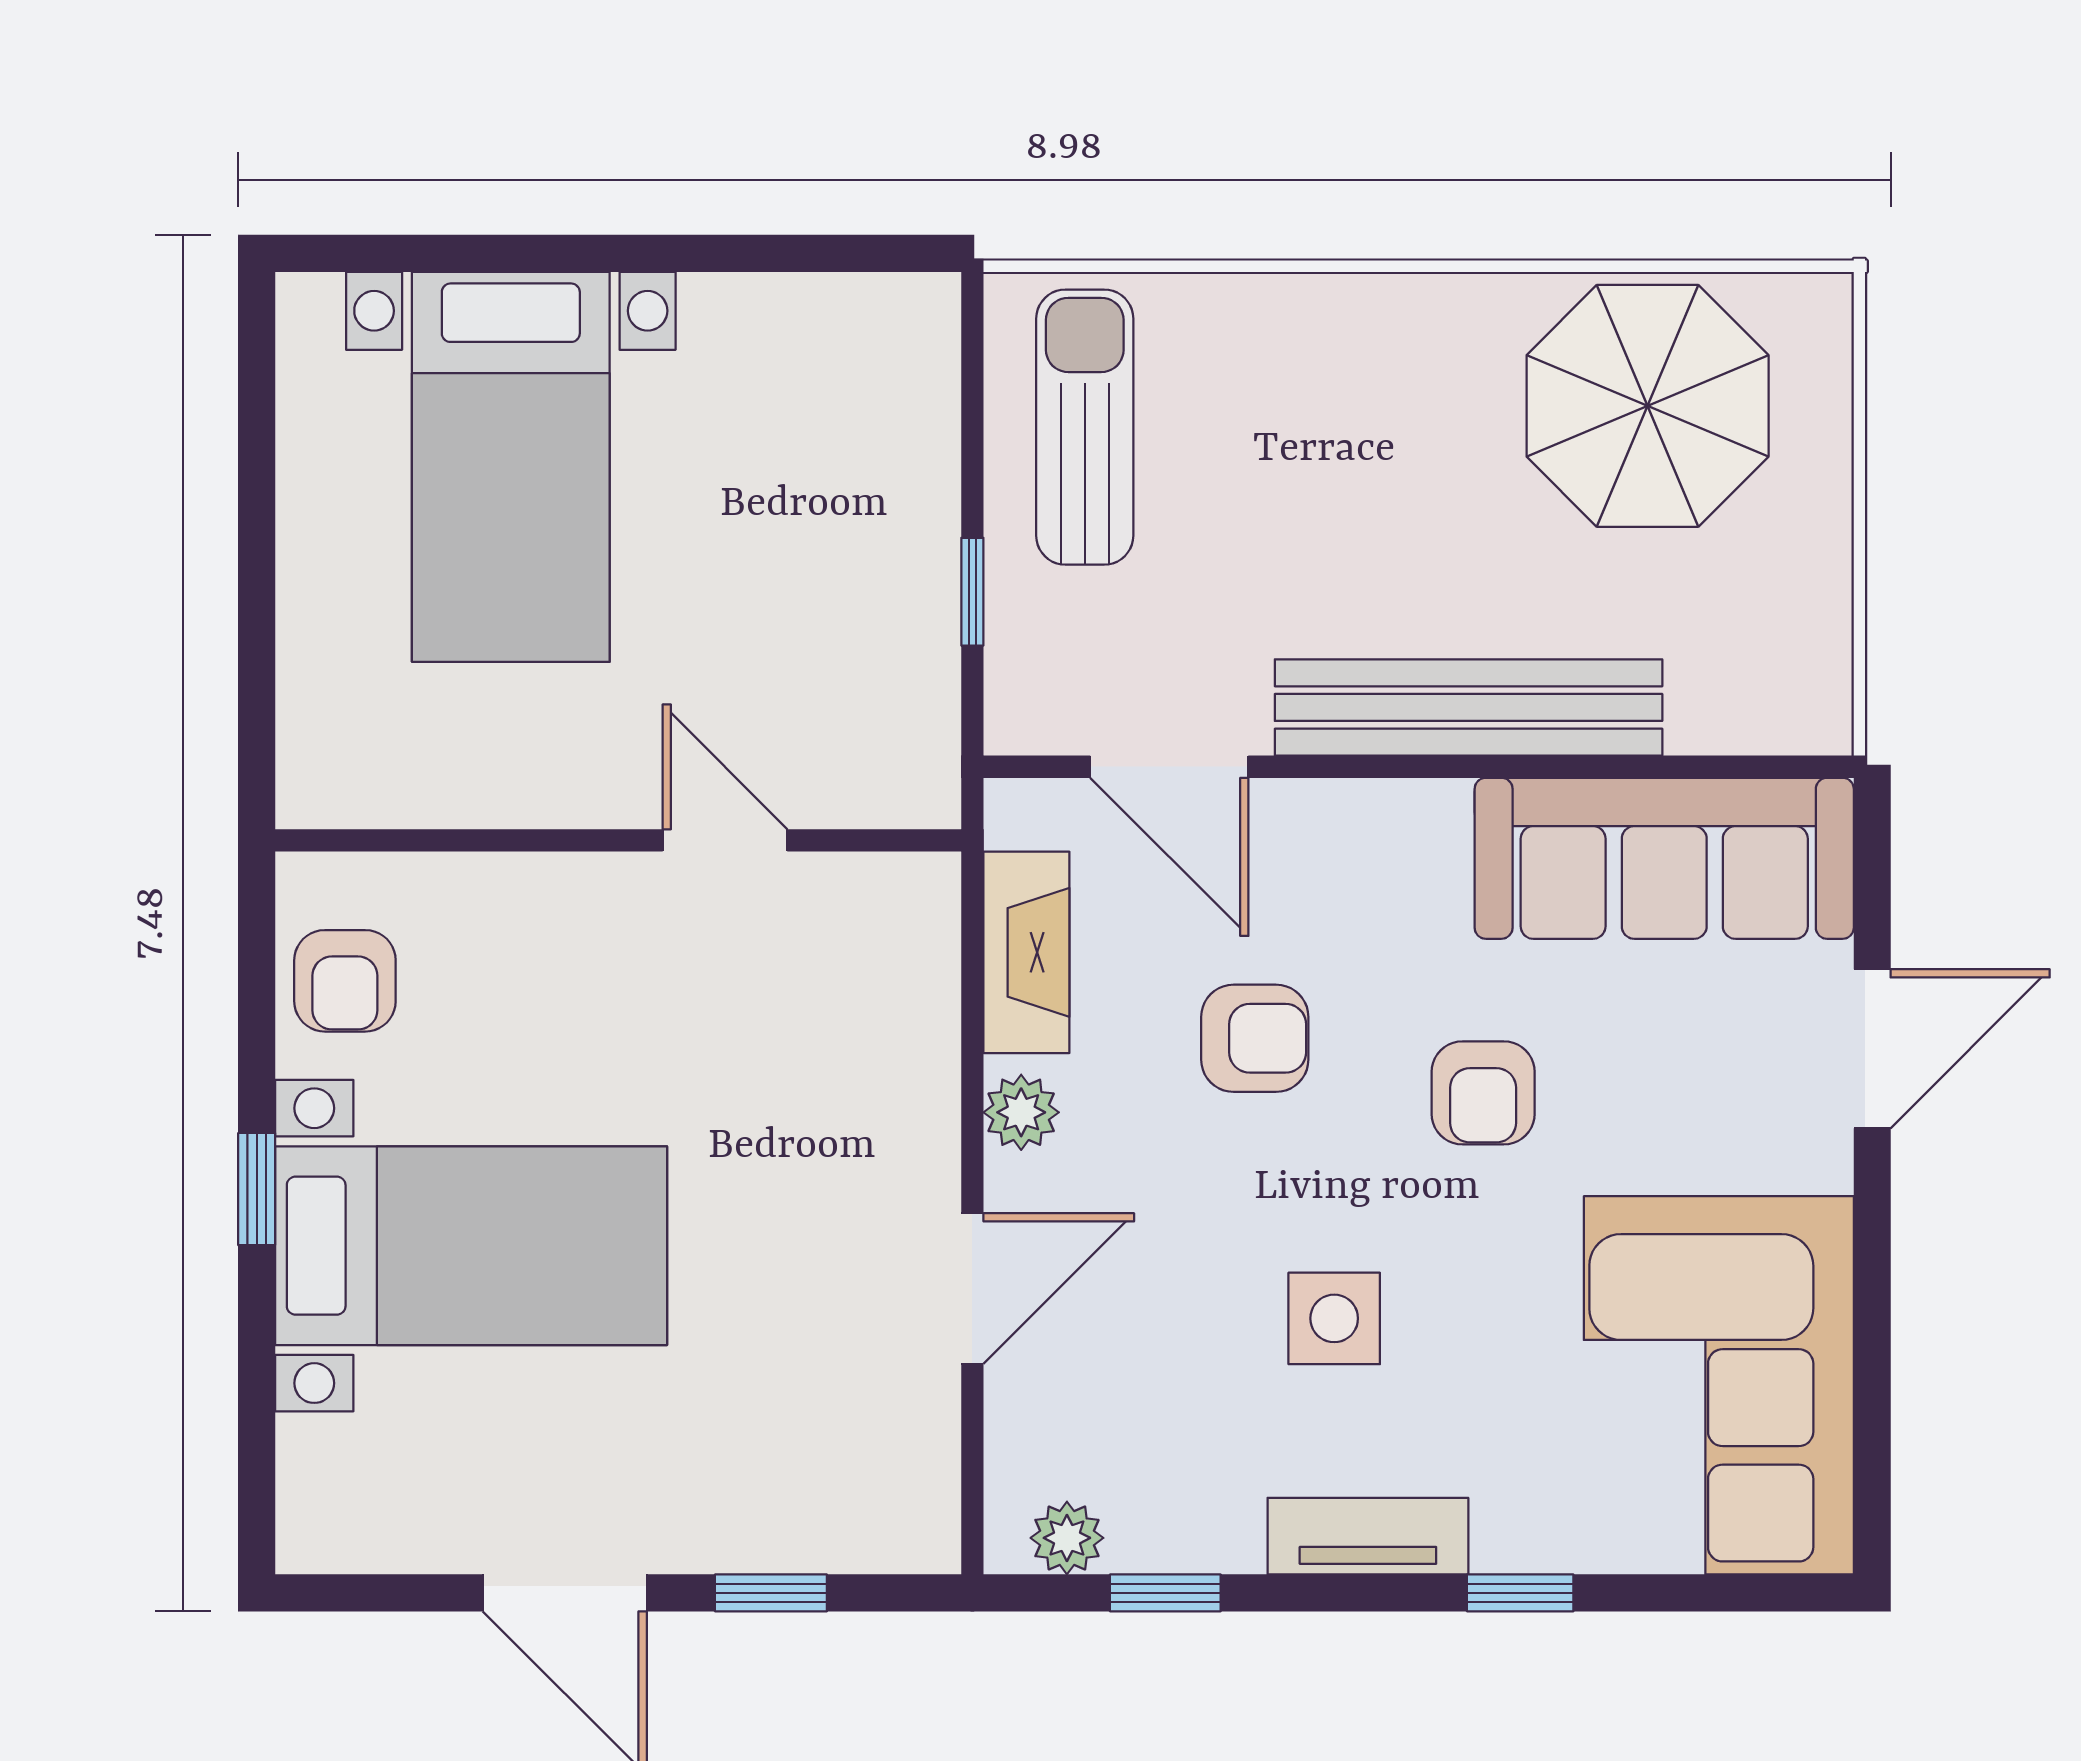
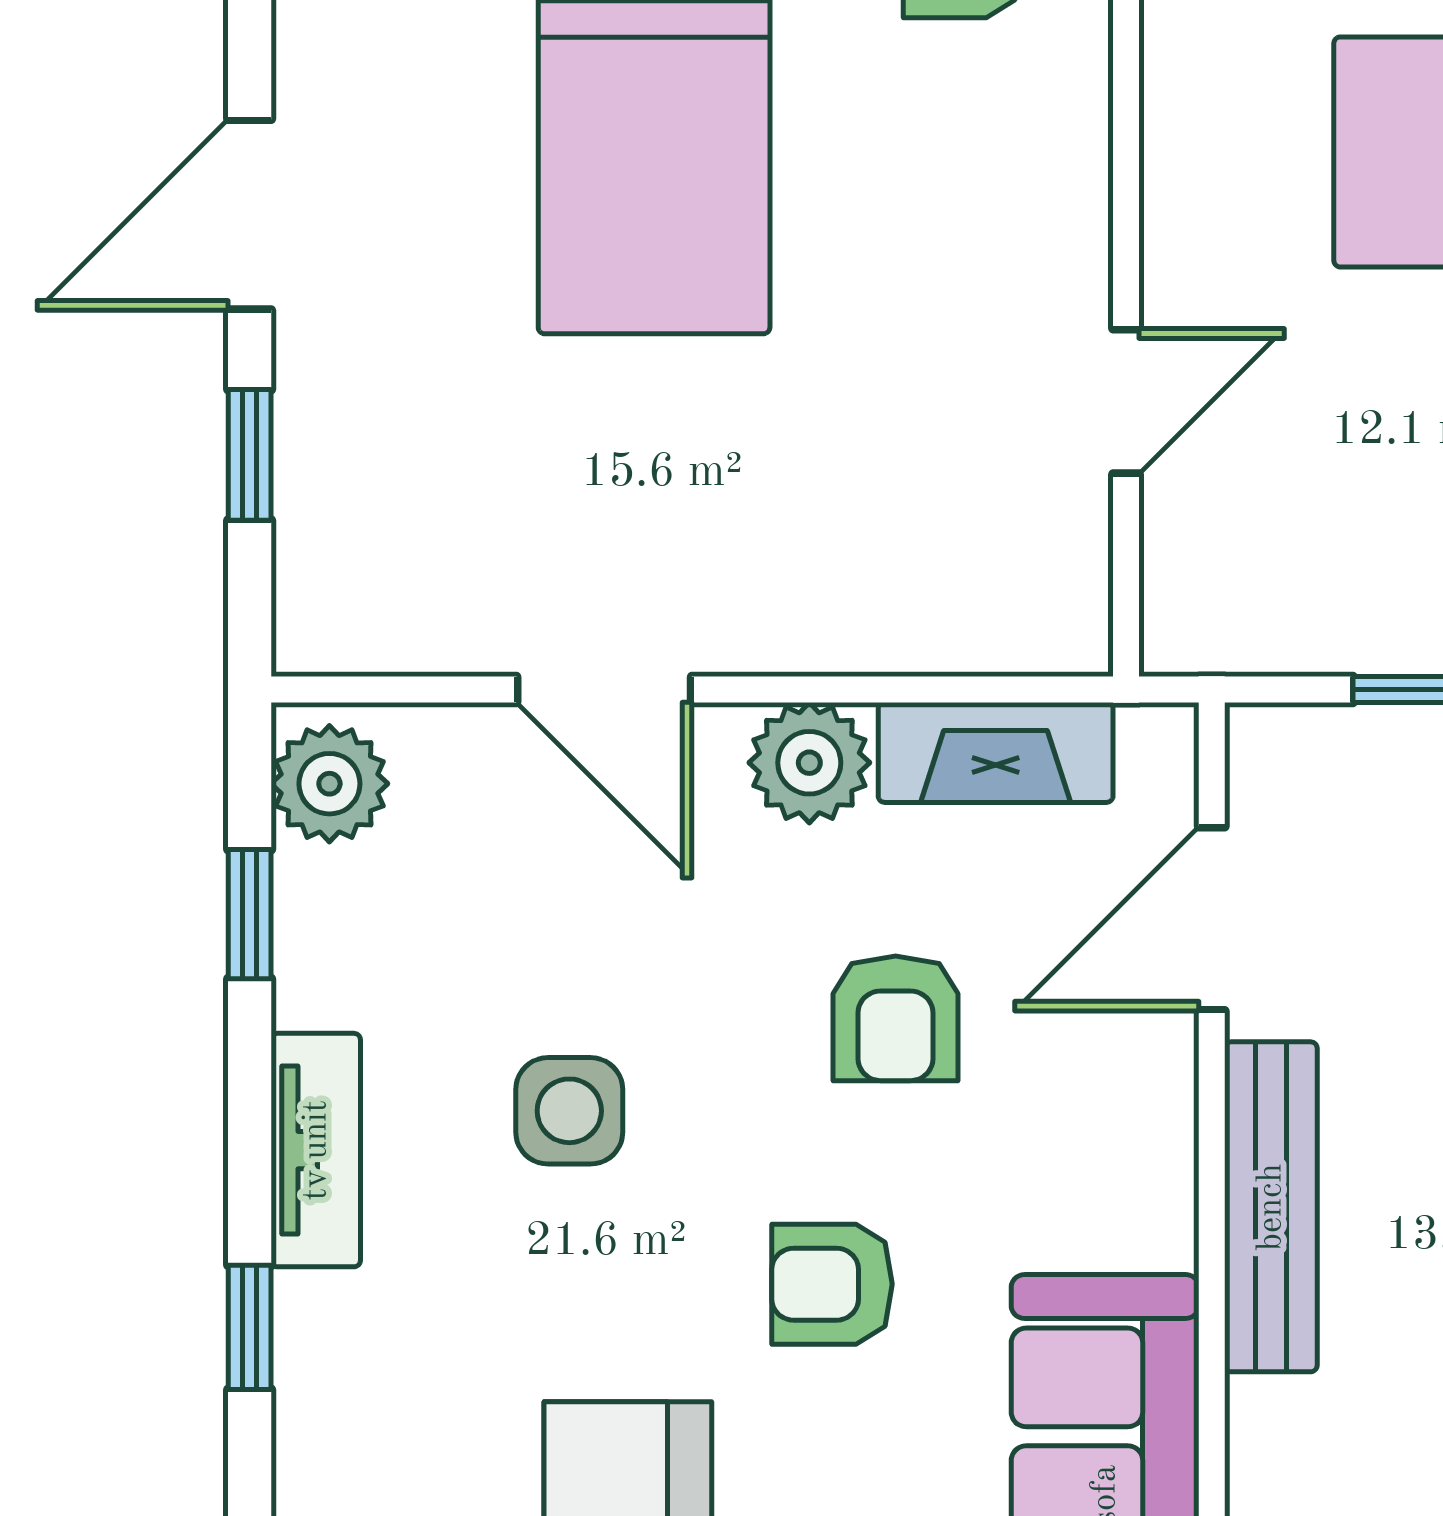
bench: (1469, 707) -> (1271, 1207), width x0.73, depth x0.82
plant: (1021, 1112) -> (809, 763), width x1.38, depth x1.38
plant: (1067, 1538) -> (329, 784), width x1.38, depth x1.38

